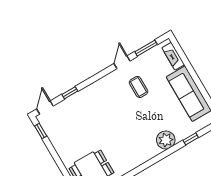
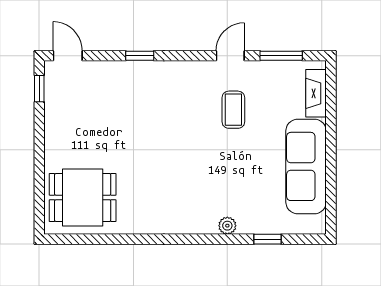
window: (70, 93) -> (140, 56), moved
door: (45, 107) -> (68, 56), hinge flipped
plant: (166, 140) -> (227, 226), width x0.53, depth x0.53

